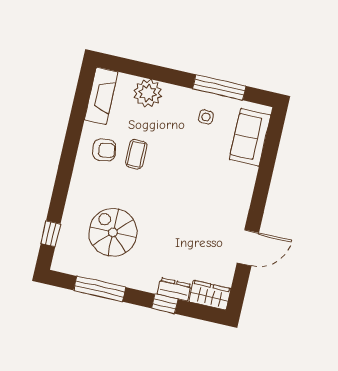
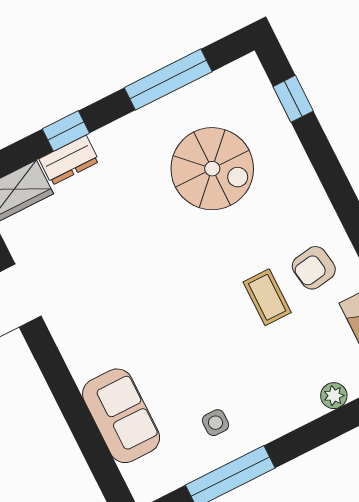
plant: (148, 93) -> (334, 396), width x0.53, depth x0.53
sofa: (250, 137) -> (121, 416), moved

